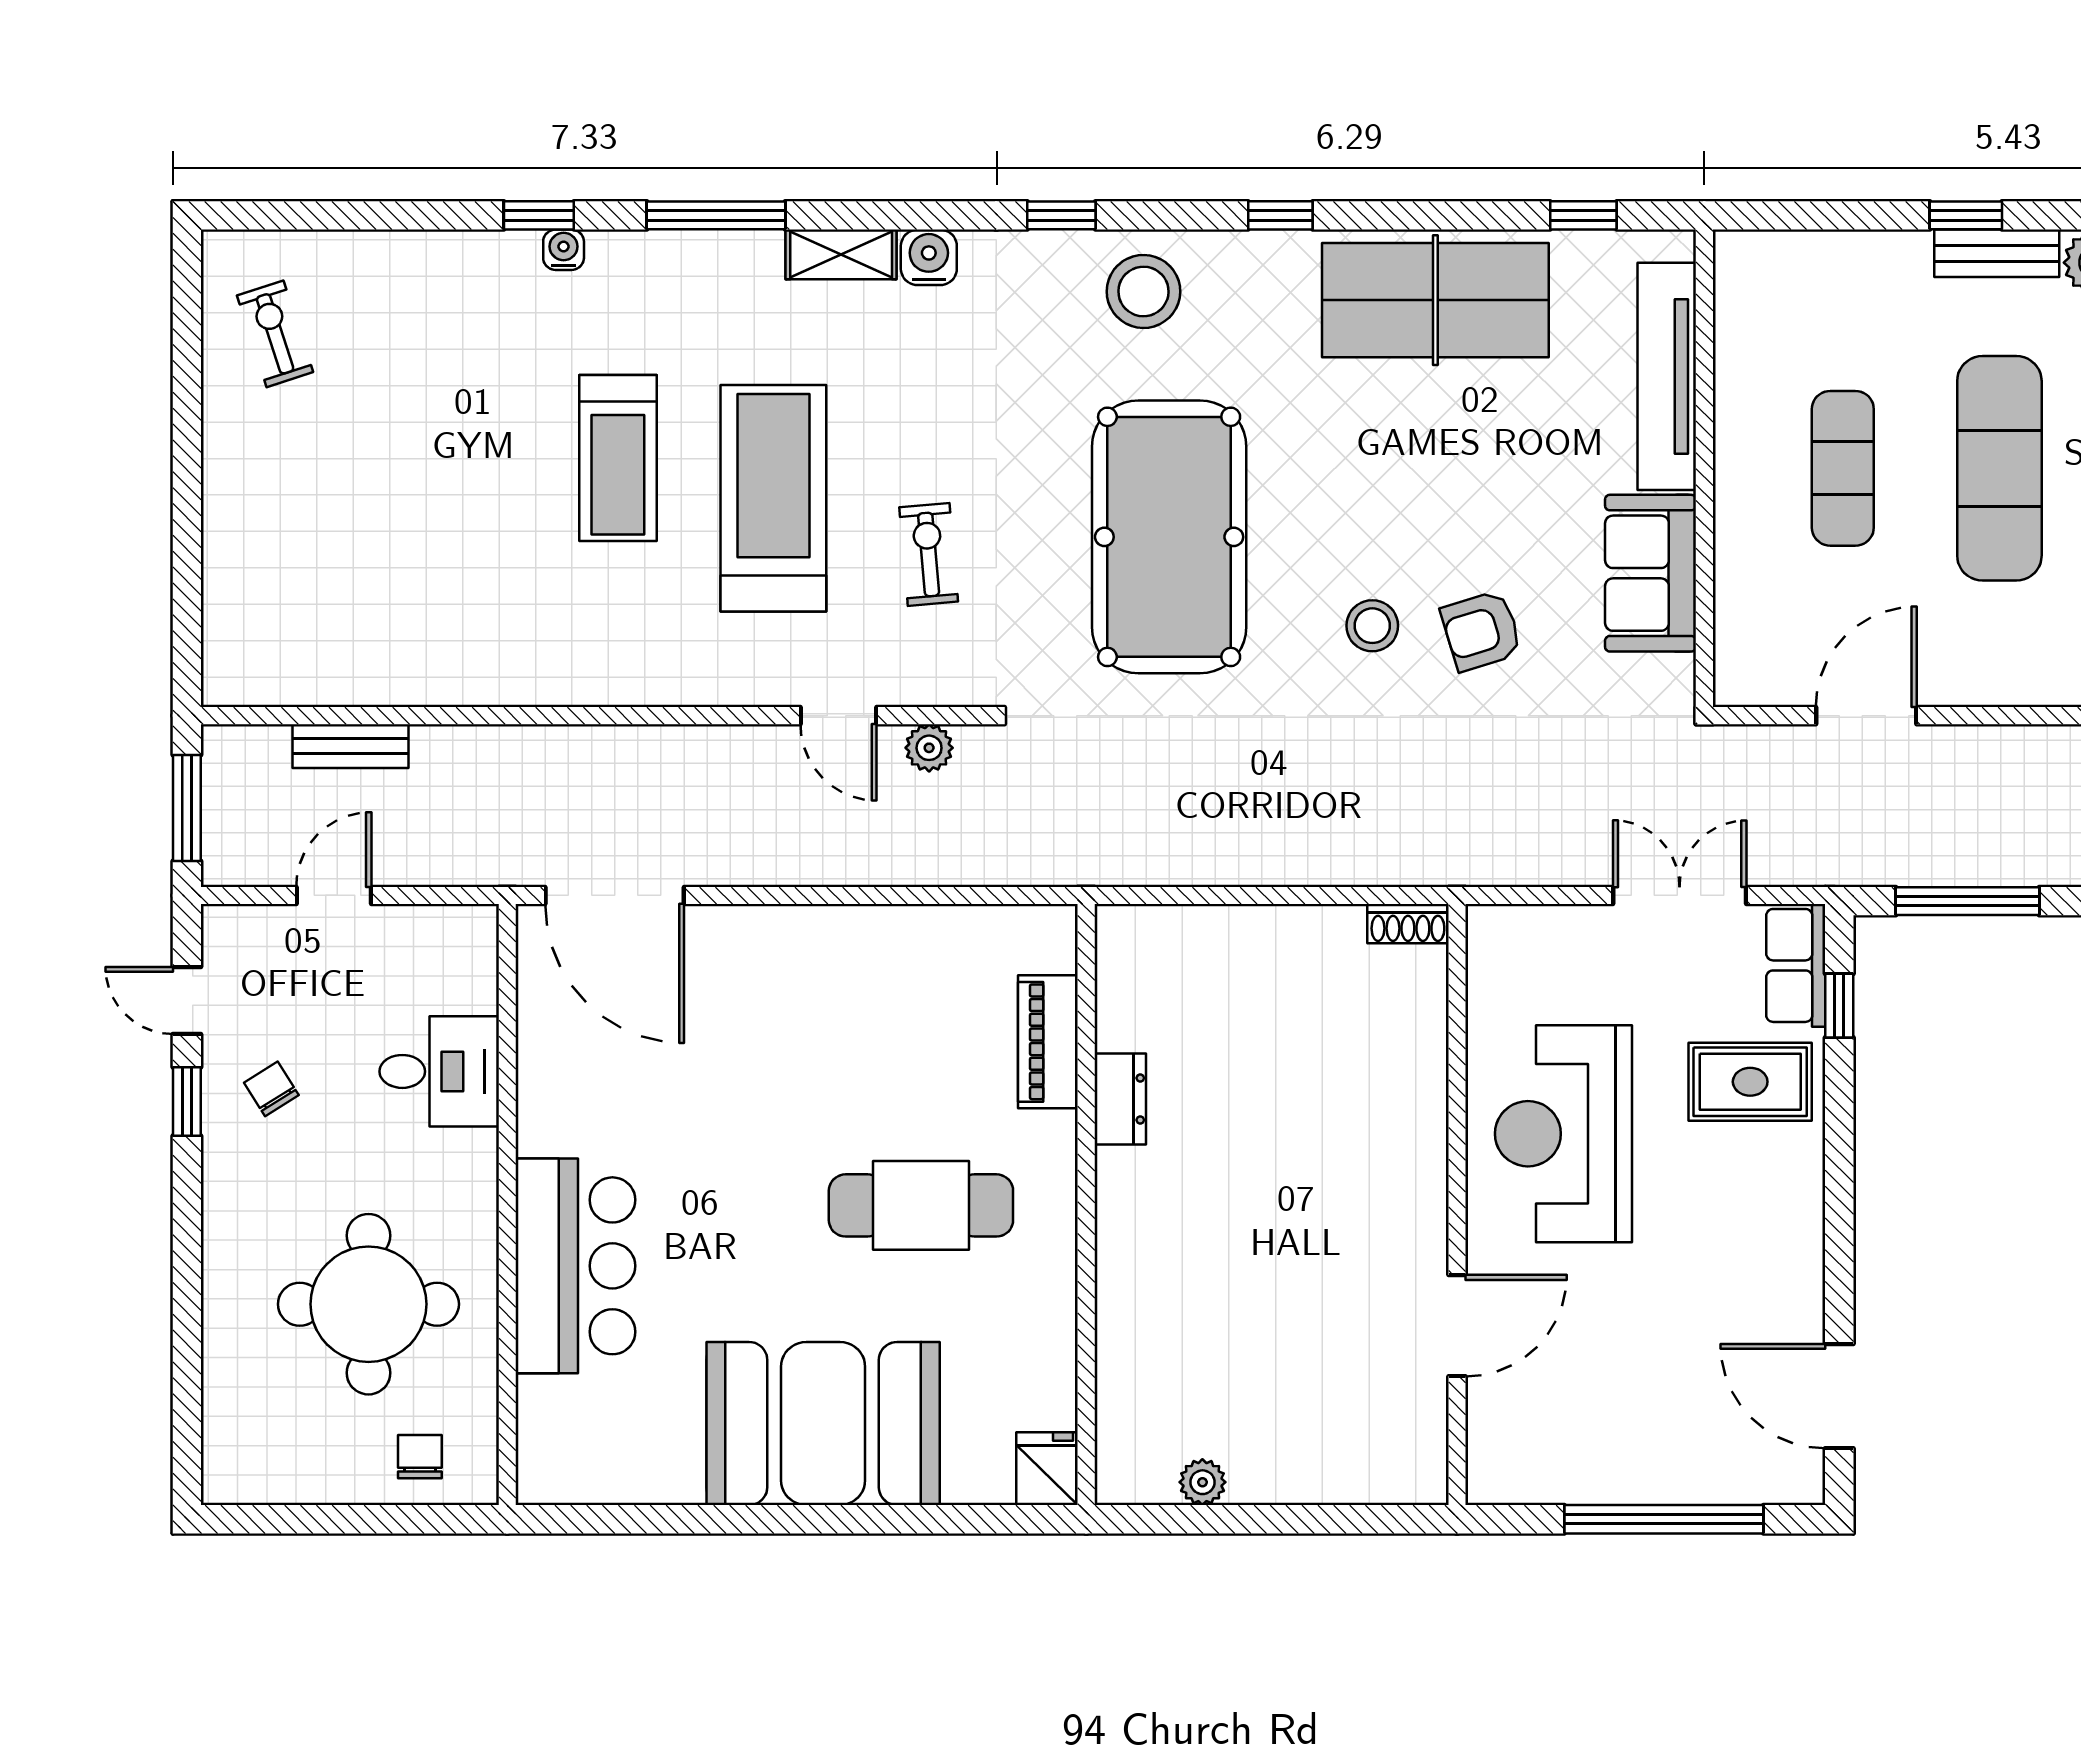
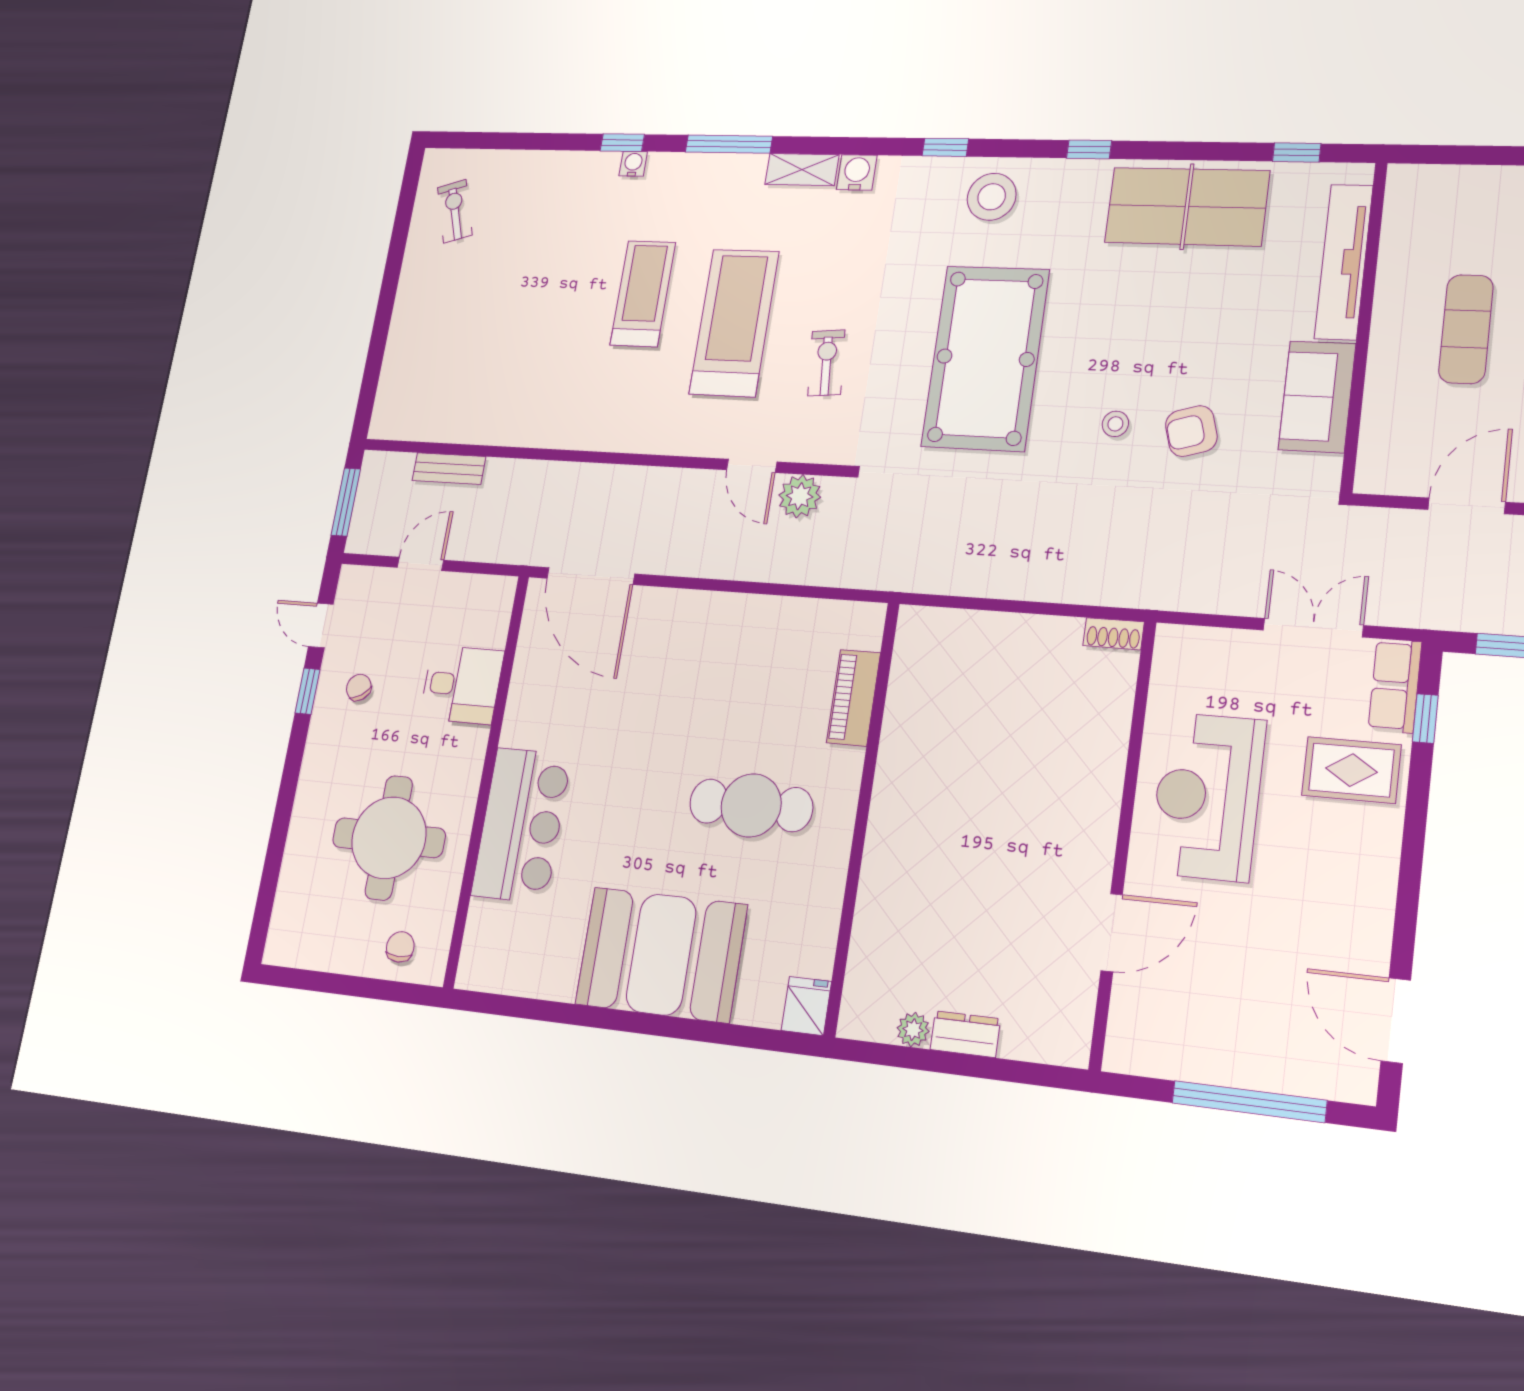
treadmill: (618, 458) -> (643, 294), turned 180
stool: (1372, 626) -> (1115, 424), width x0.73, depth x0.73
plant: (929, 748) -> (800, 496), width x1.38, depth x1.38
dresser: (1120, 1099) -> (965, 1034), moved, turned -90

